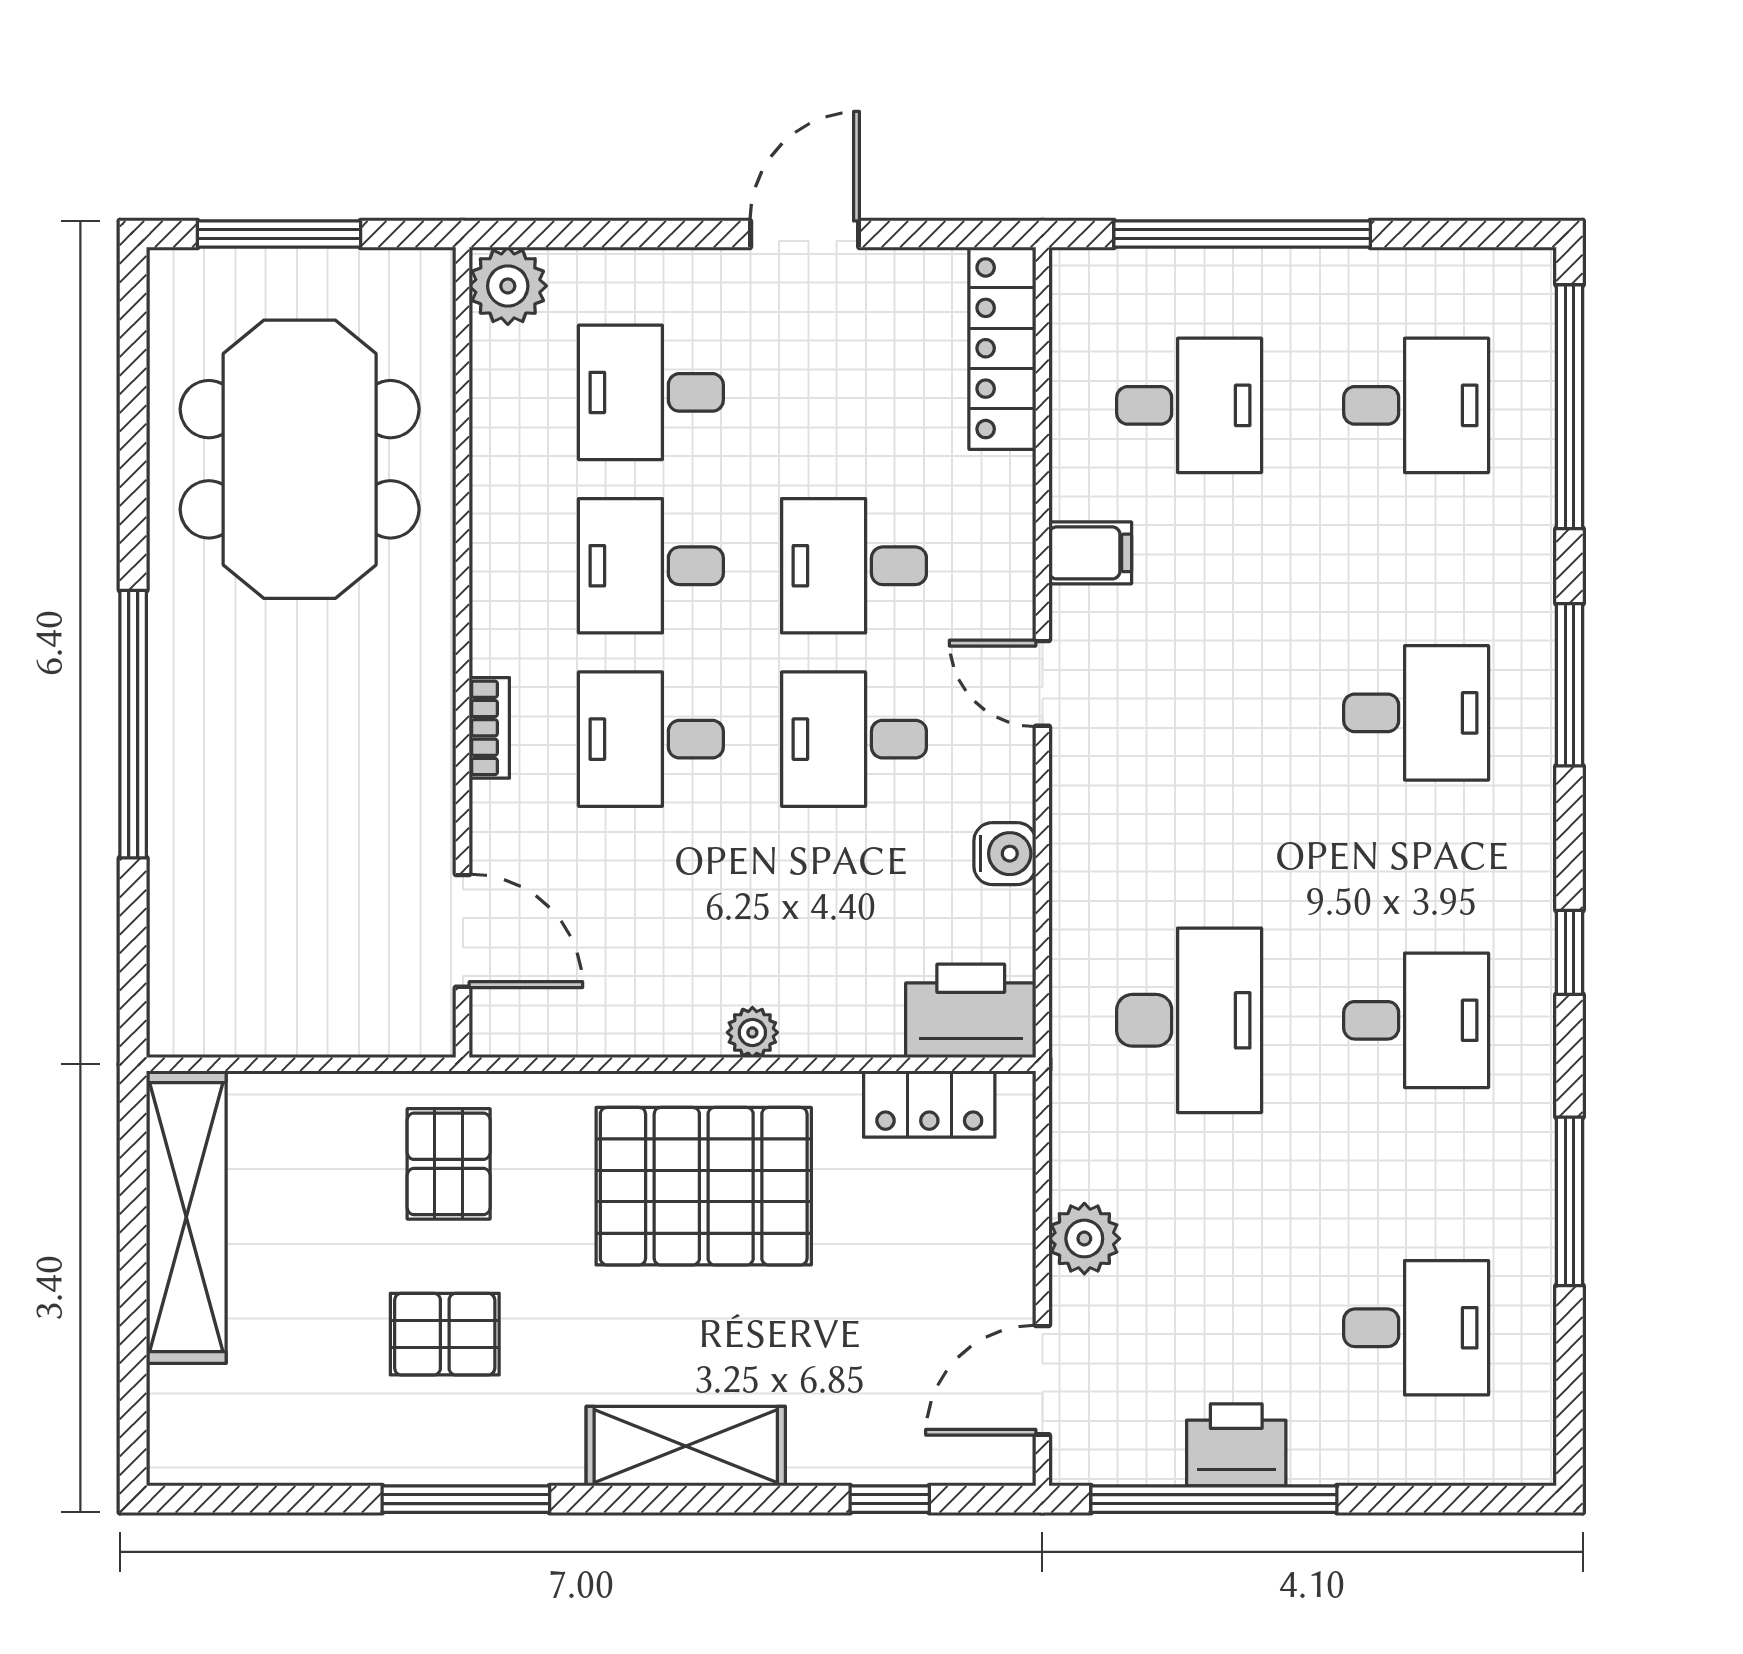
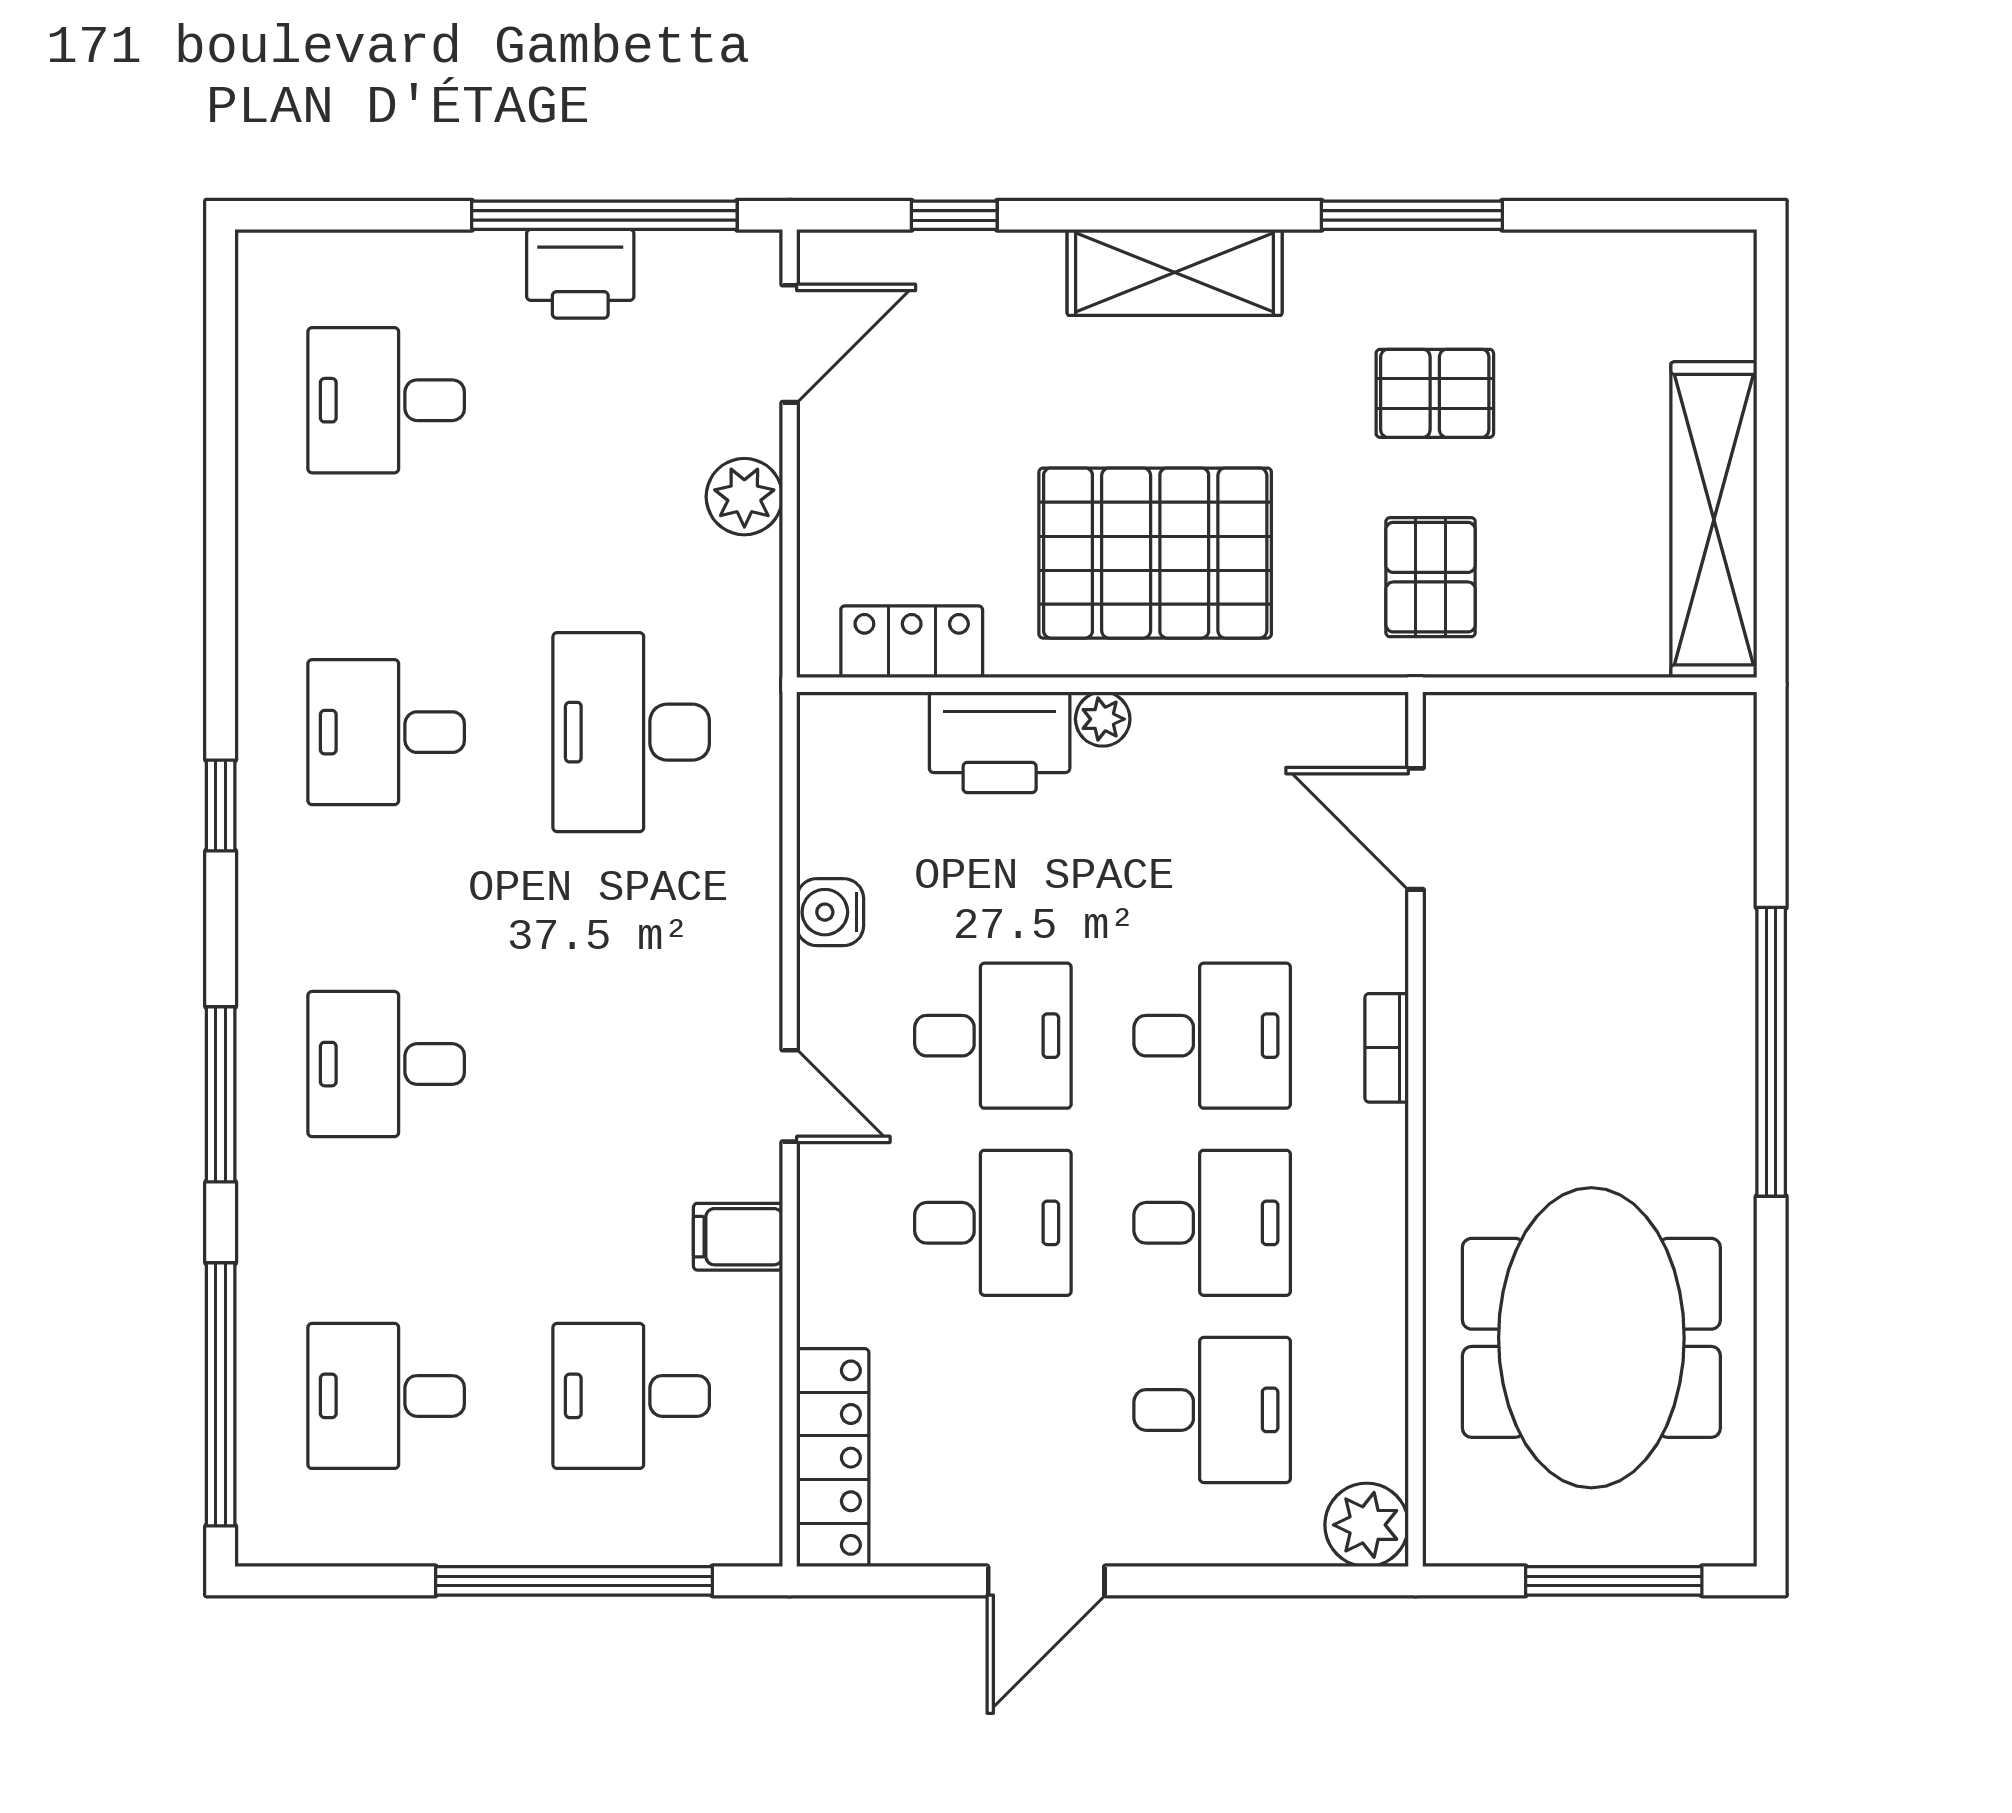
printer: (971, 1011) -> (1000, 742), moved
window: (1569, 1201) -> (221, 537), removed

